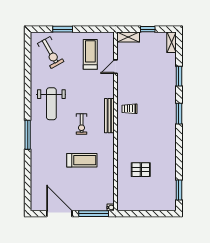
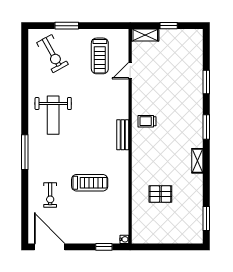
shelving: (172, 42) -> (197, 161), moved
treadmill: (90, 54) -> (100, 56), turned 180
bench: (109, 116) -> (123, 135), width x0.73
exercise bike: (82, 124) -> (50, 195), moved
door: (59, 214) -> (50, 247), moved
window: (94, 214) -> (104, 247), width x0.46

